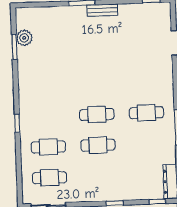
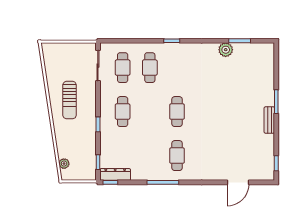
plant: (24, 38) -> (226, 50), moved
cafe table: (98, 145) -> (123, 112), moved

